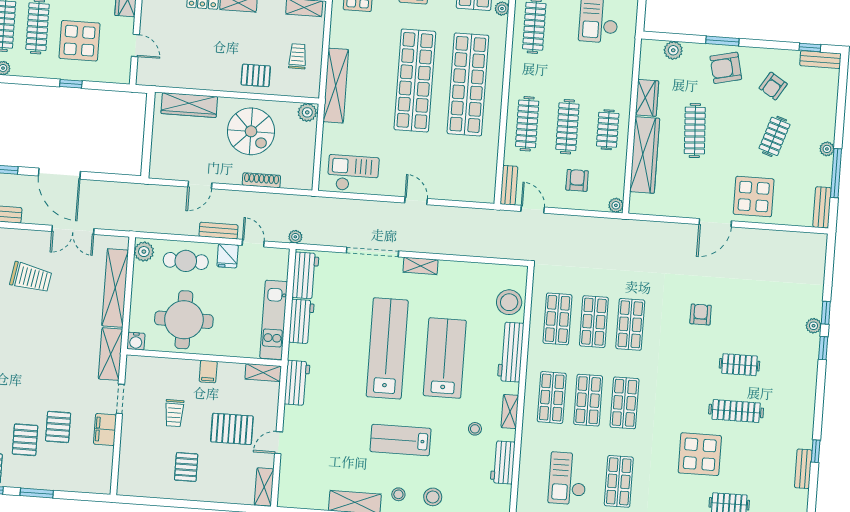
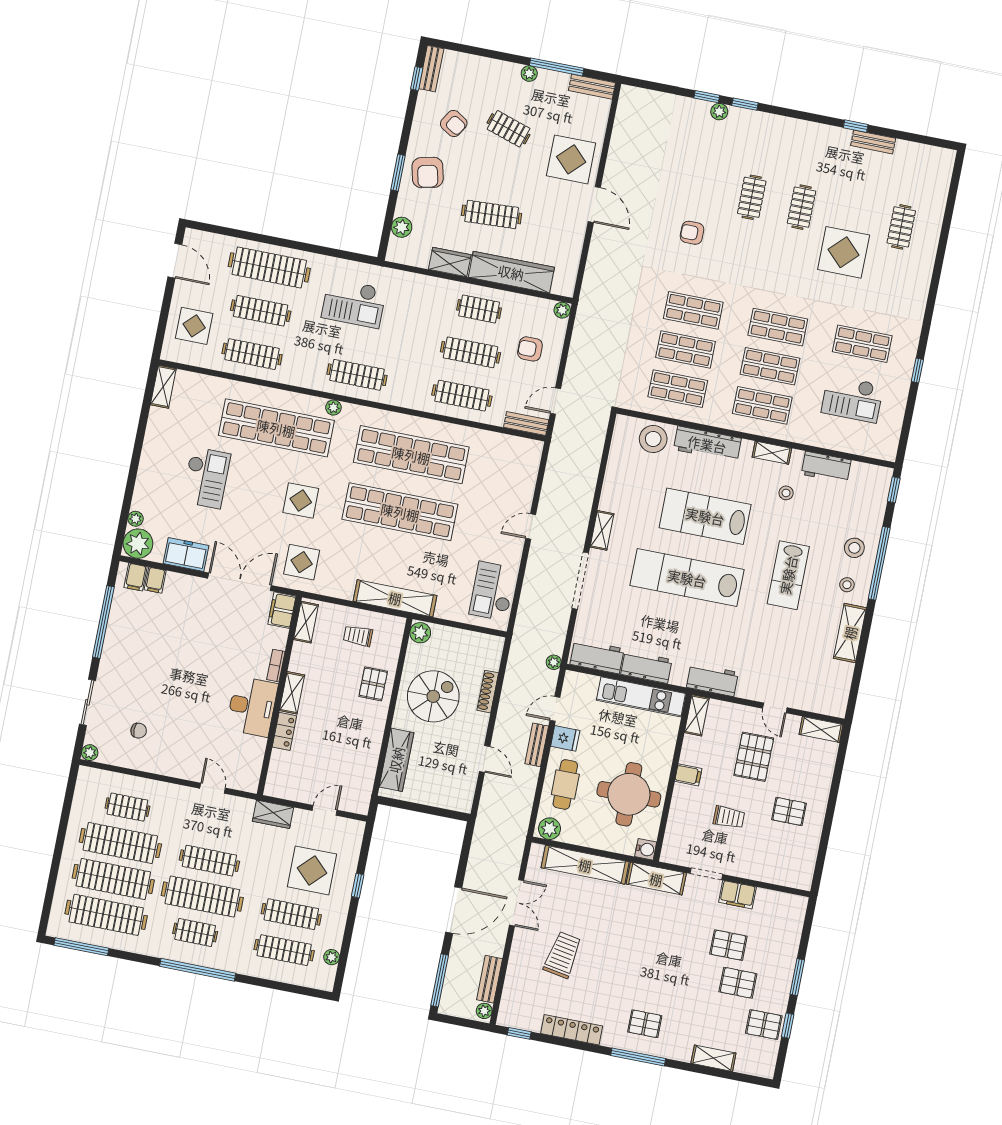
clothes rail: (736, 411) -> (802, 207), width x0.73

